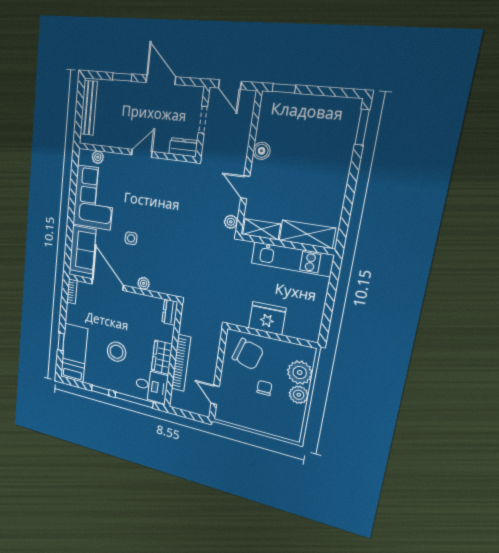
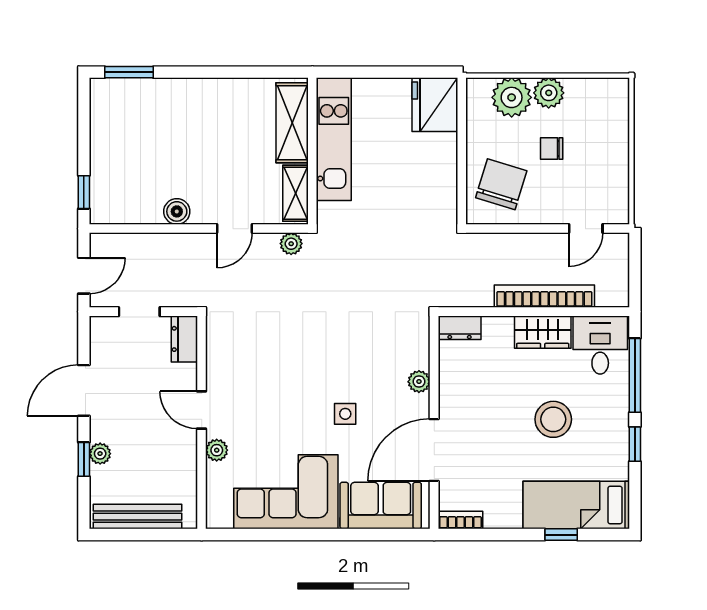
plant: (124, 87) -> (100, 454), added
plant: (98, 157) -> (217, 450), moved
fridge: (267, 318) -> (435, 105), moved

